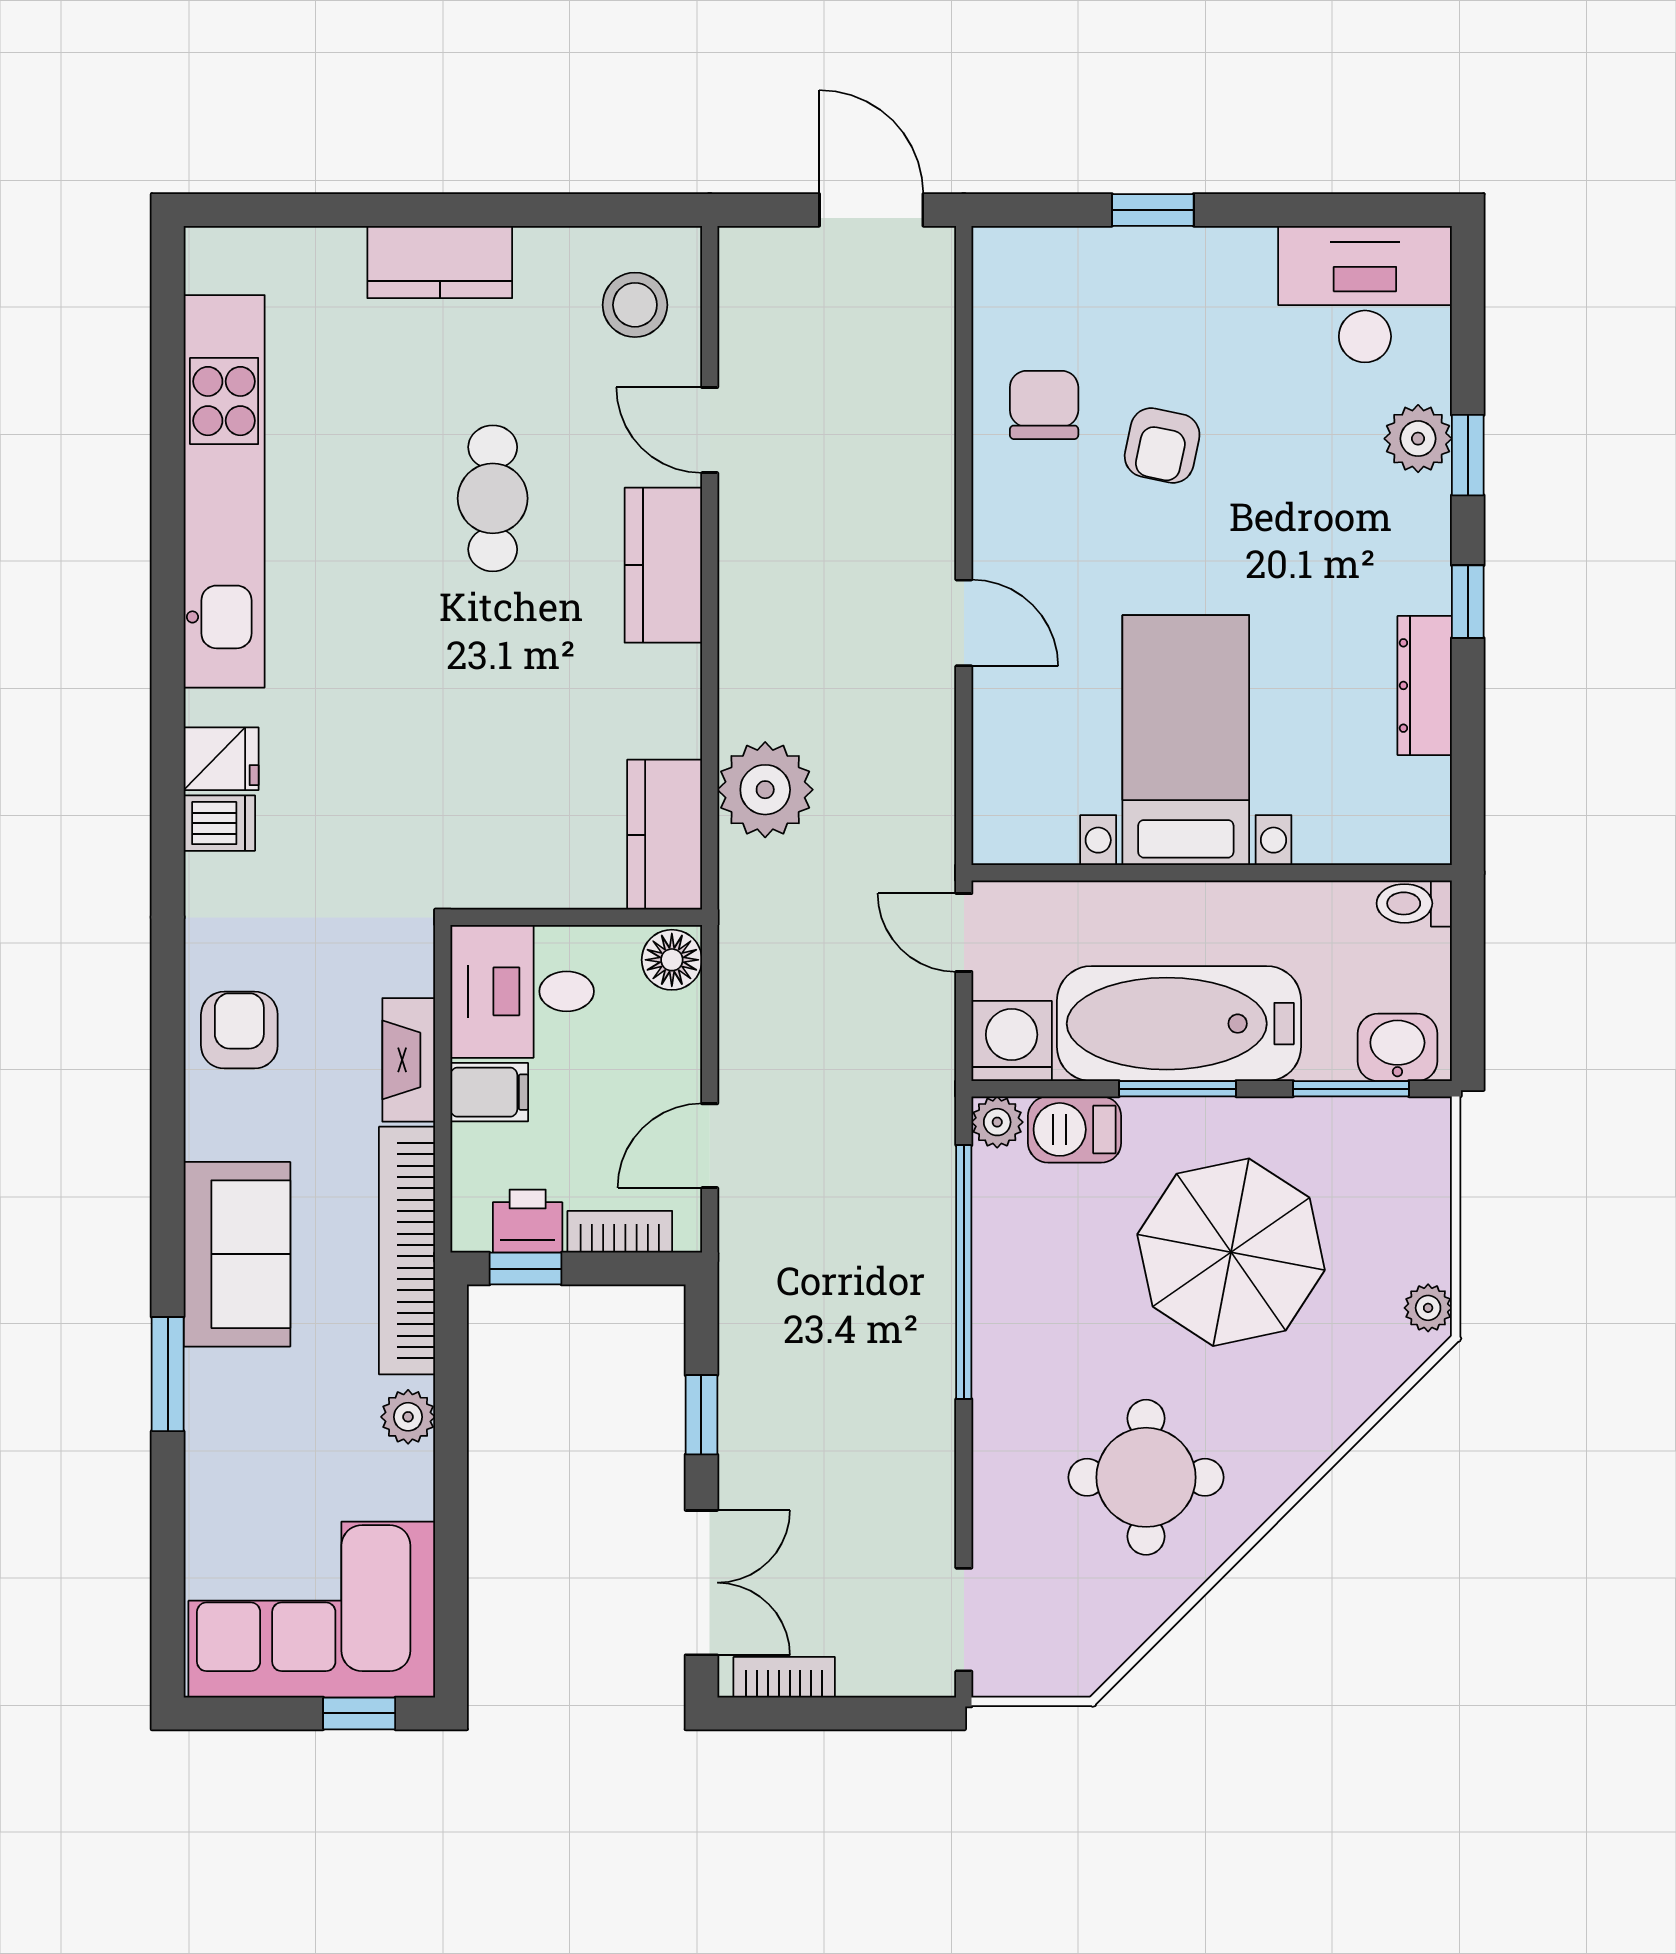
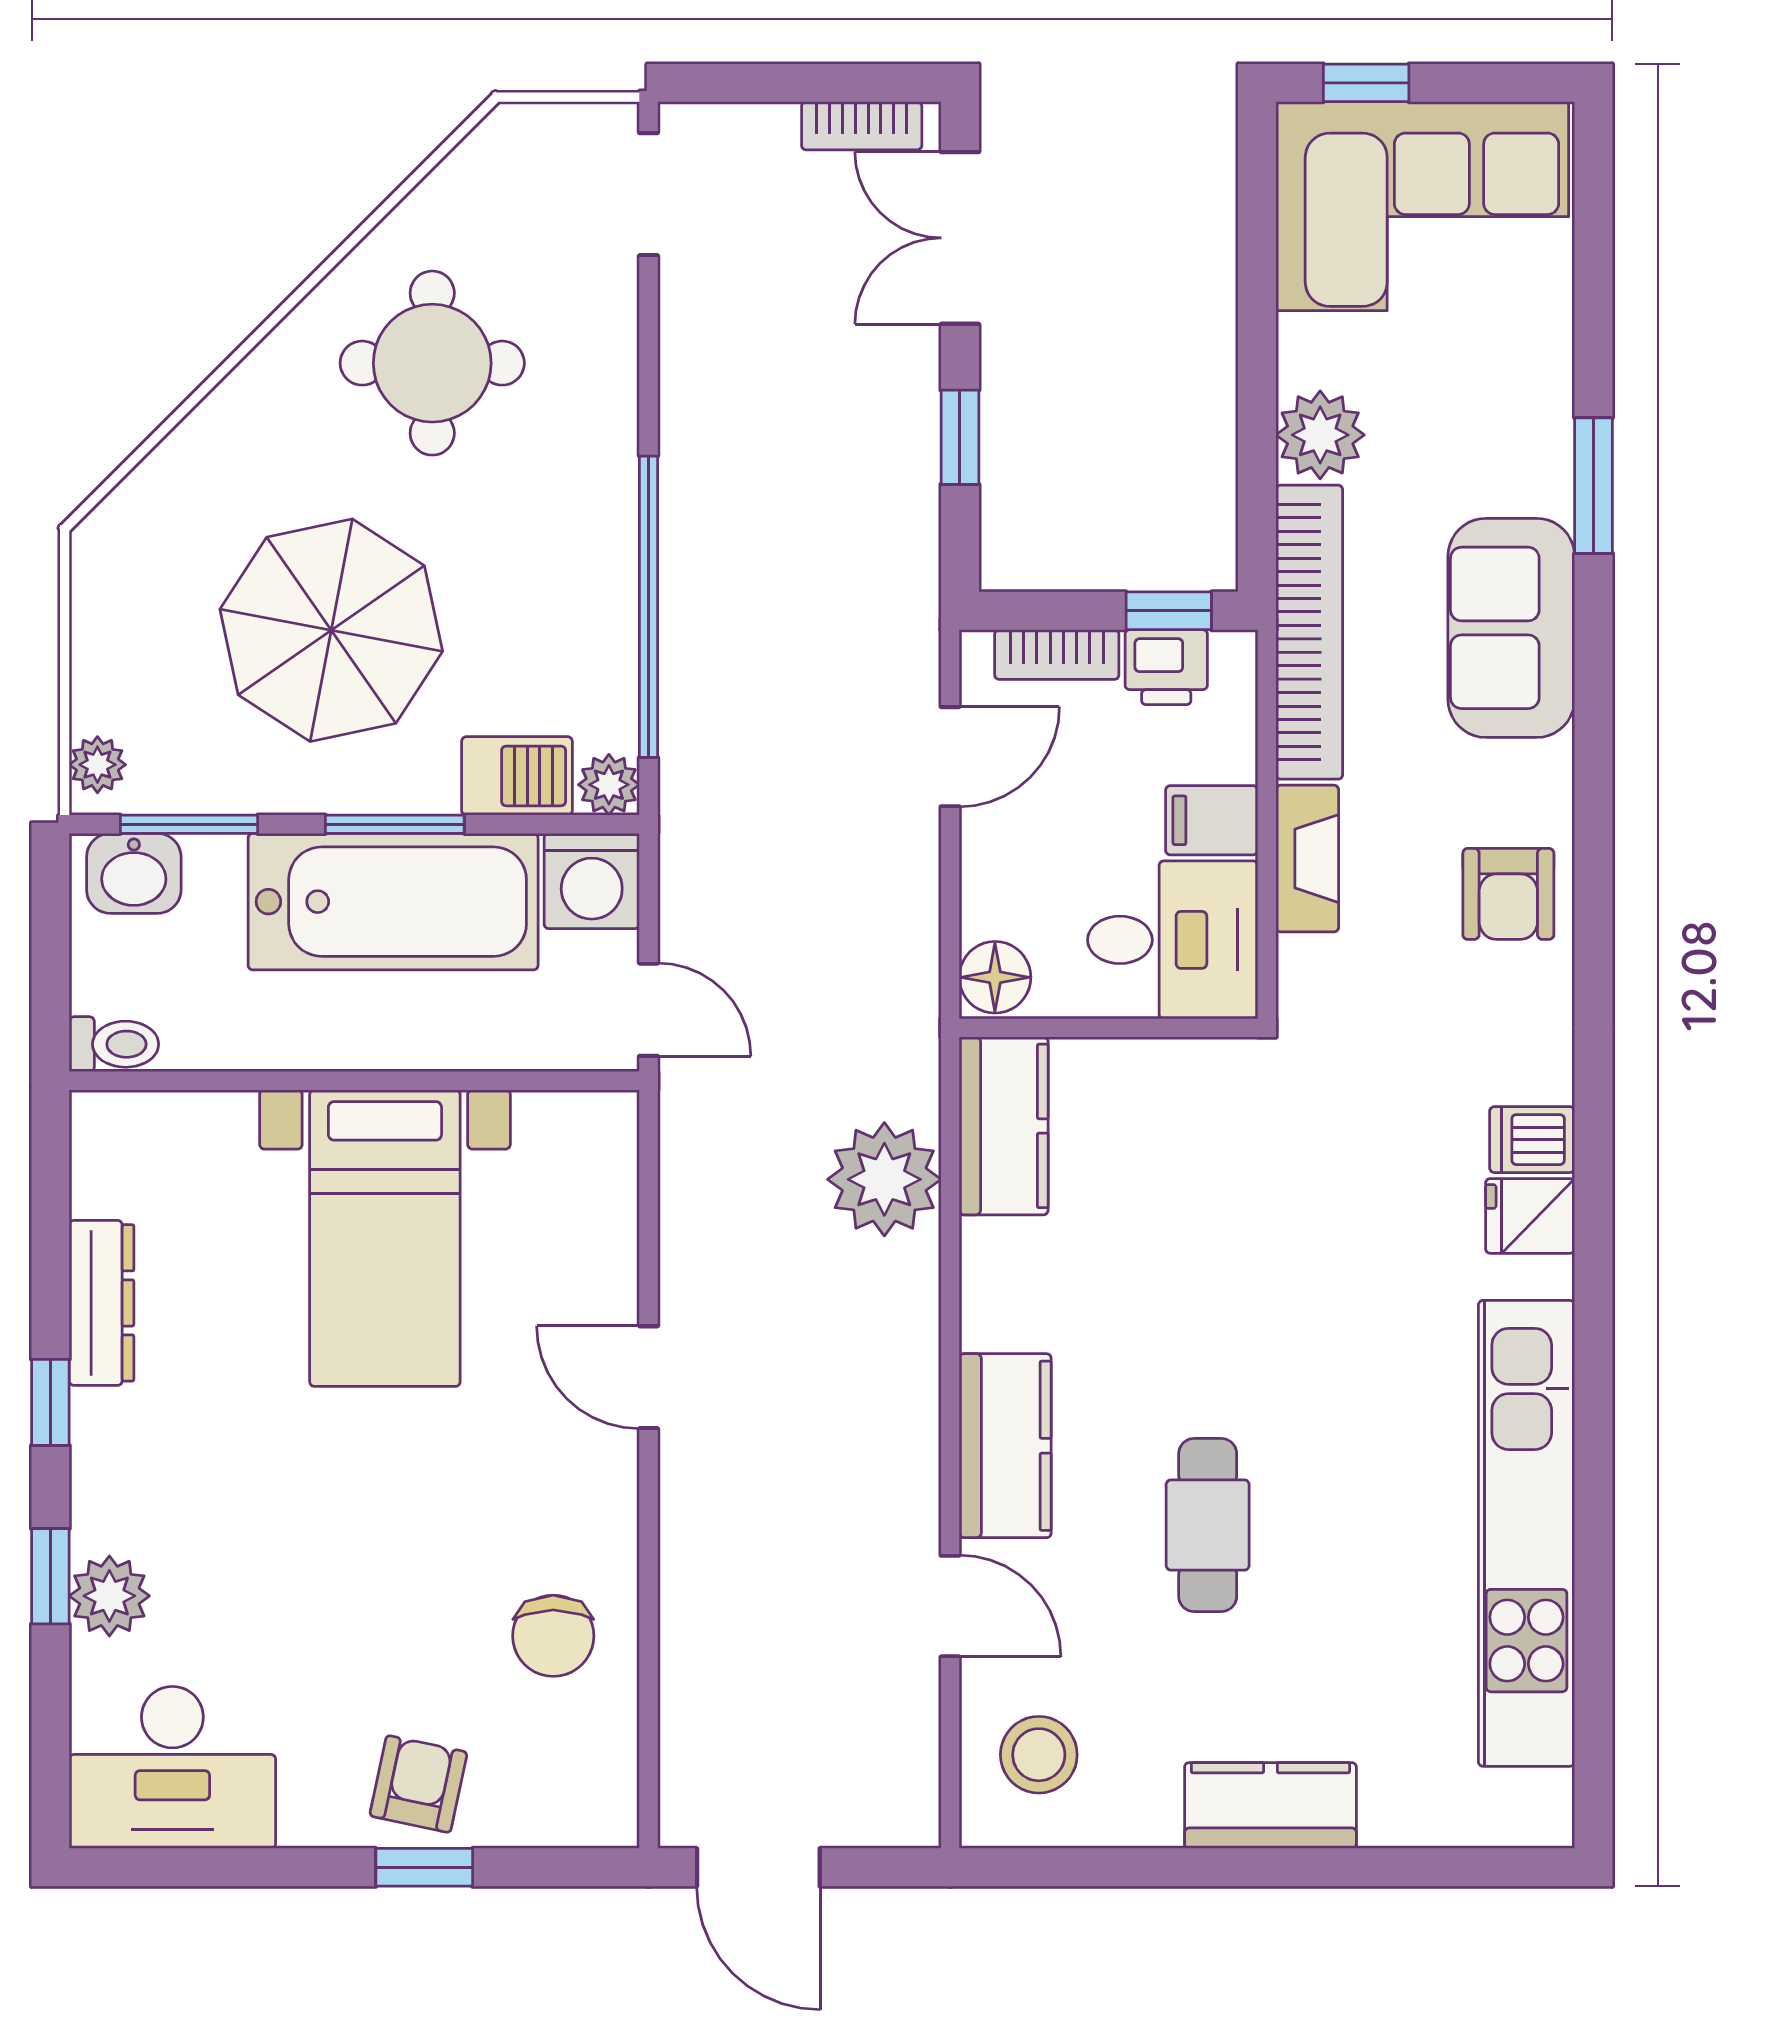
armchair: (1162, 445) -> (418, 1784), moved
plant: (1428, 1308) -> (97, 765), moved
plant: (408, 1417) -> (1320, 435), width x1.38, depth x1.38

